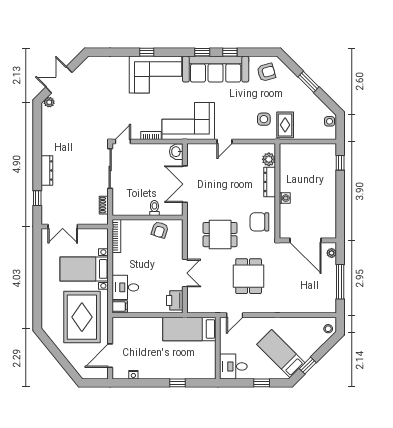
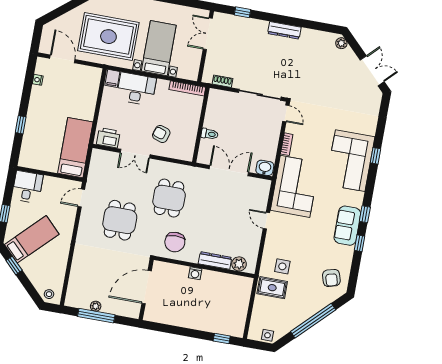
sofa: (216, 69) -> (347, 226), width x0.54, depth x0.79
double door: (59, 80) -> (372, 71), moved
window: (309, 82) -> (313, 321), width x2.11
dresser: (47, 170) -> (284, 30), moved
chair: (259, 222) -> (175, 242), turned 180
armchair: (160, 230) -> (161, 134), moved
plant: (332, 253) -> (96, 306), moved
dining table: (249, 276) -> (120, 220), turned 90
desk: (125, 287) -> (136, 89), width x1.37
door: (235, 315) -> (81, 198), hinge flipped

